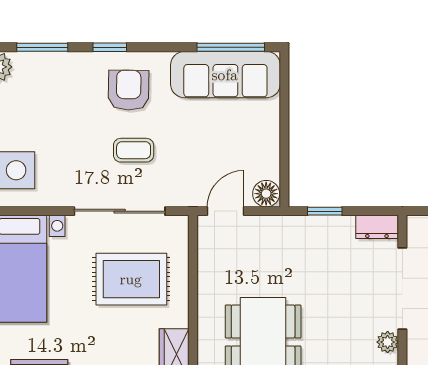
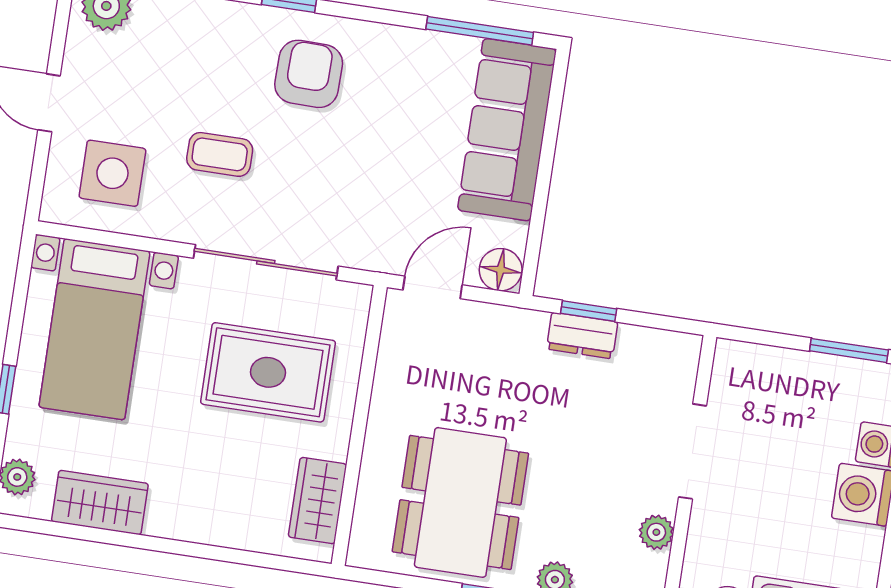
sofa: (225, 75) -> (507, 130), moved, turned 90
coffee table: (134, 150) -> (220, 154), moved
dresser: (377, 227) -> (582, 336), moved
doorway: (402, 288) -> (693, 451), width x0.73

